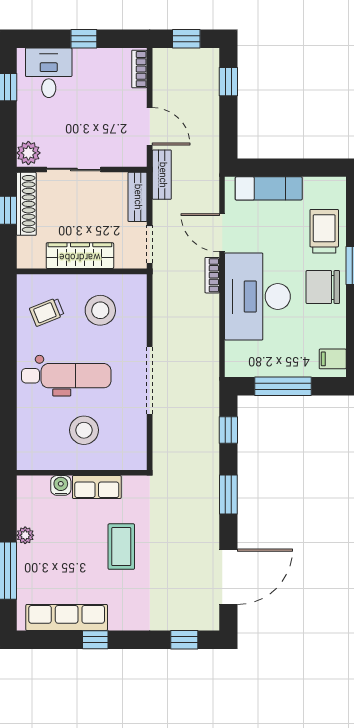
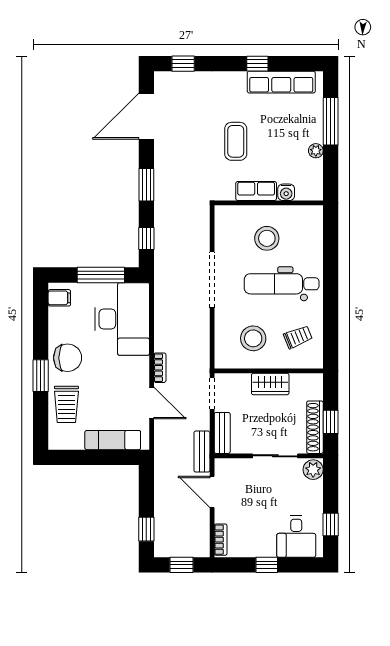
wardrobe: (80, 256) -> (270, 384), width x0.67
desk: (257, 297) -> (122, 319), moved

